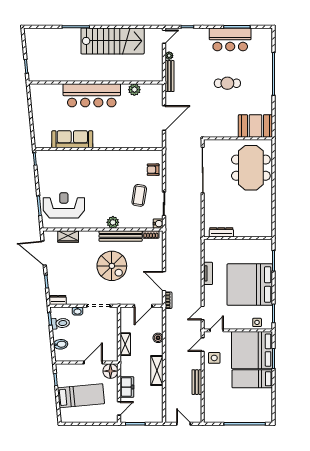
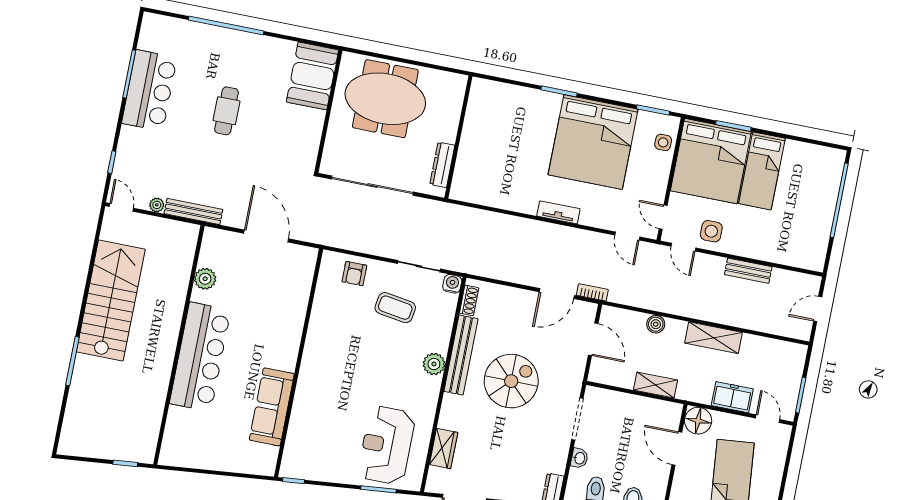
dresser: (221, 232) -> (442, 165), moved
wall: (238, 238) -> (458, 137), moved

